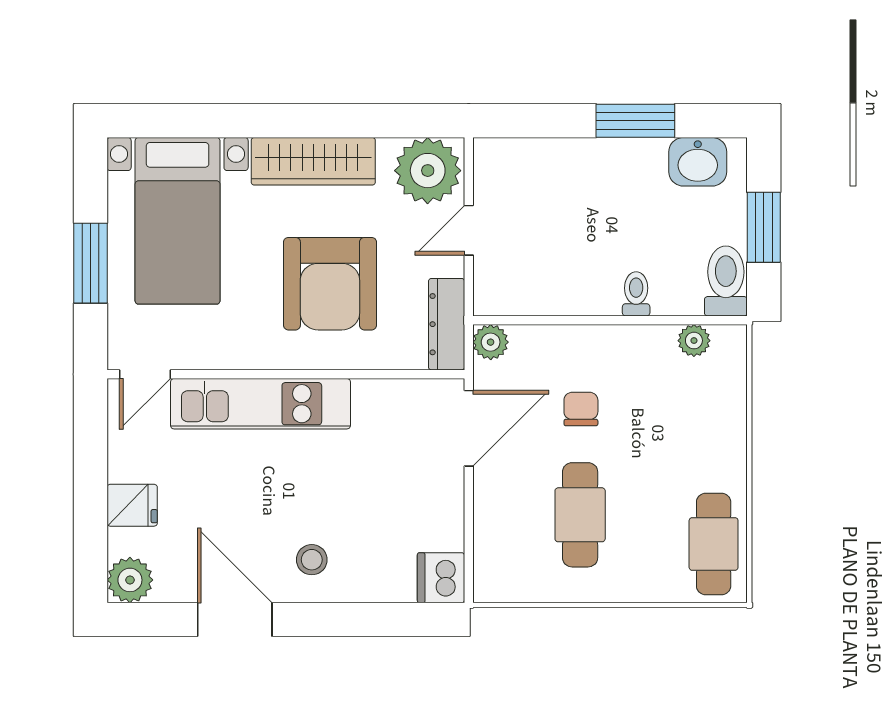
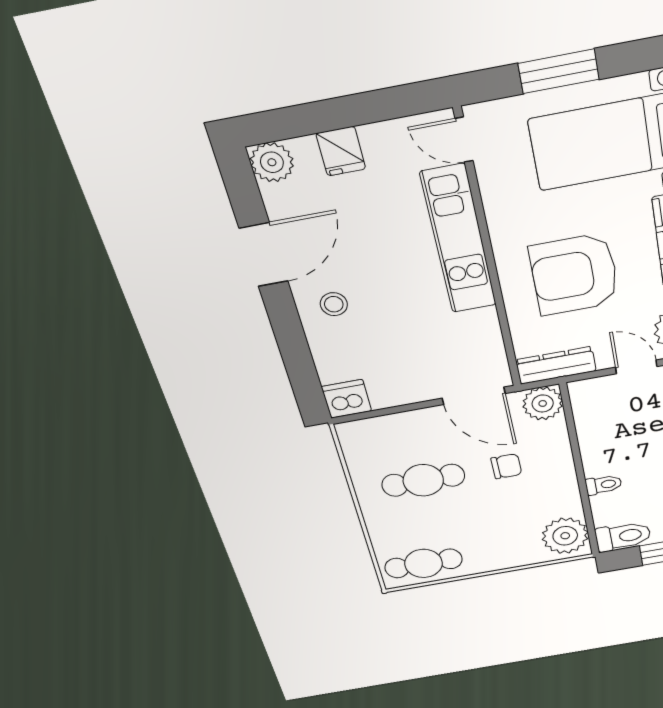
plant: (694, 341) -> (565, 536), width x1.88, depth x1.88
plant: (491, 342) -> (543, 403), width x1.38, depth x1.38

